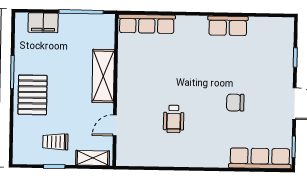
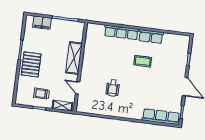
row of seats: (147, 24) -> (121, 32), moved
coffee table: (219, 69) -> (143, 61), added
chair: (235, 103) -> (150, 82), removed
door: (115, 125) -> (78, 88), hinge flipped

